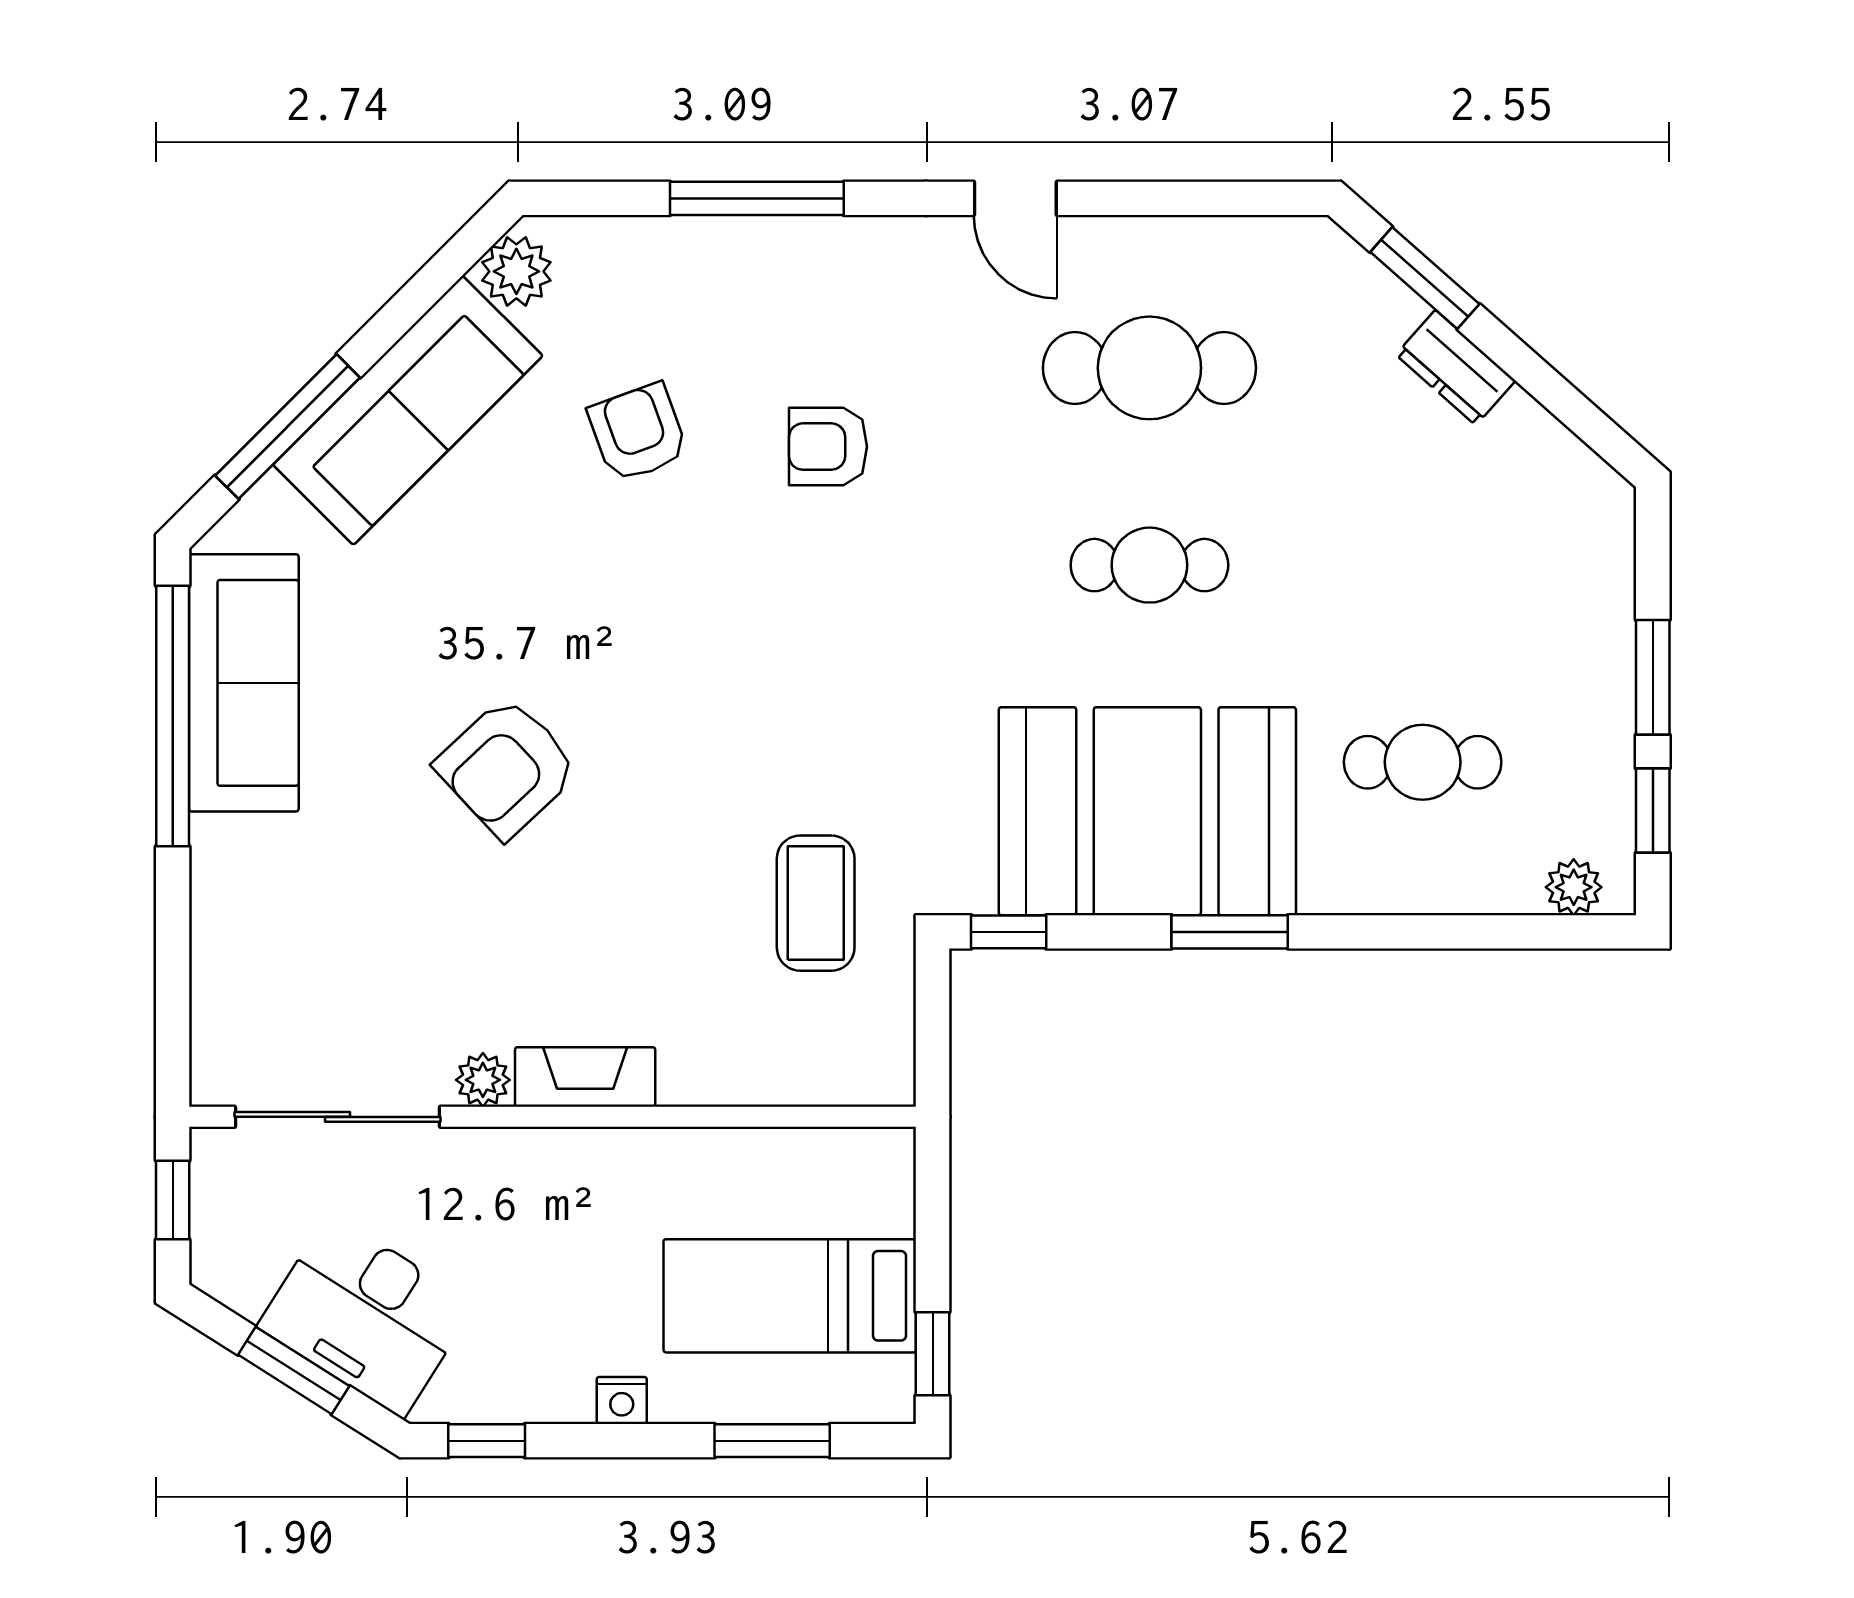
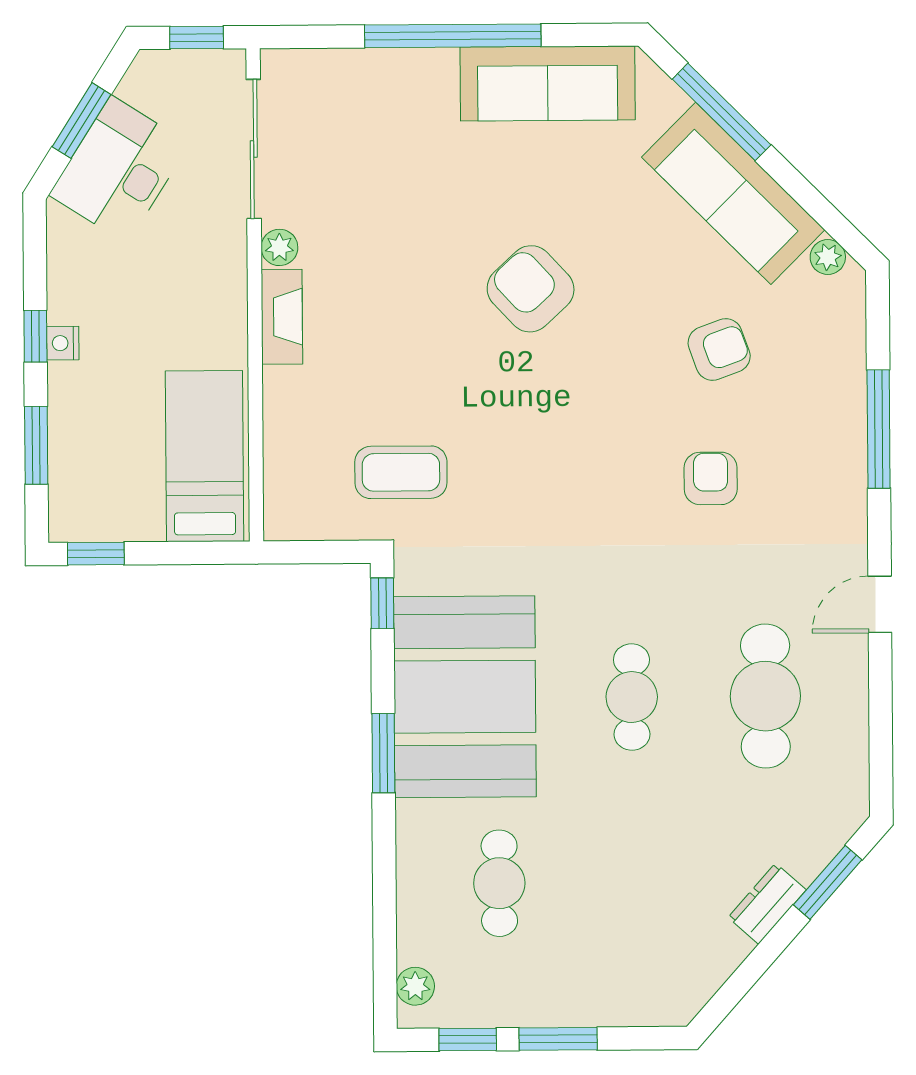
plant: (516, 271) -> (828, 257), width x0.73, depth x0.73
window: (173, 716) -> (453, 36), moved
armchair: (507, 767) -> (531, 289), moved
bed: (790, 1296) -> (205, 456), moved
window: (487, 1441) -> (35, 336), moved

